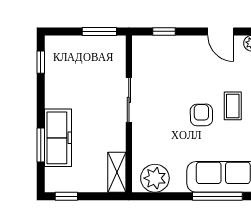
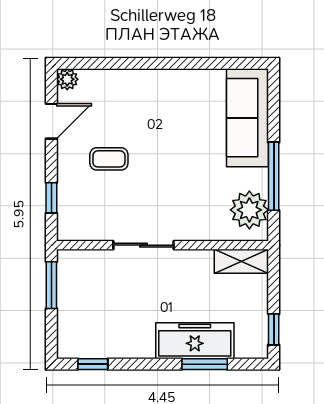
coffee table: (233, 106) -> (109, 159), moved
armchair: (201, 115) -> (164, 147), removed
window: (217, 196) -> (274, 176), moved

